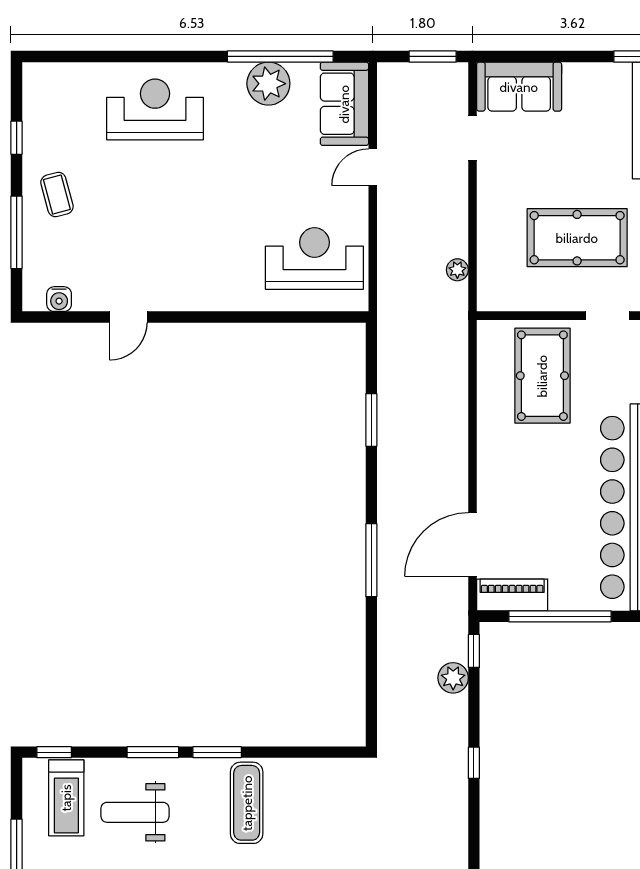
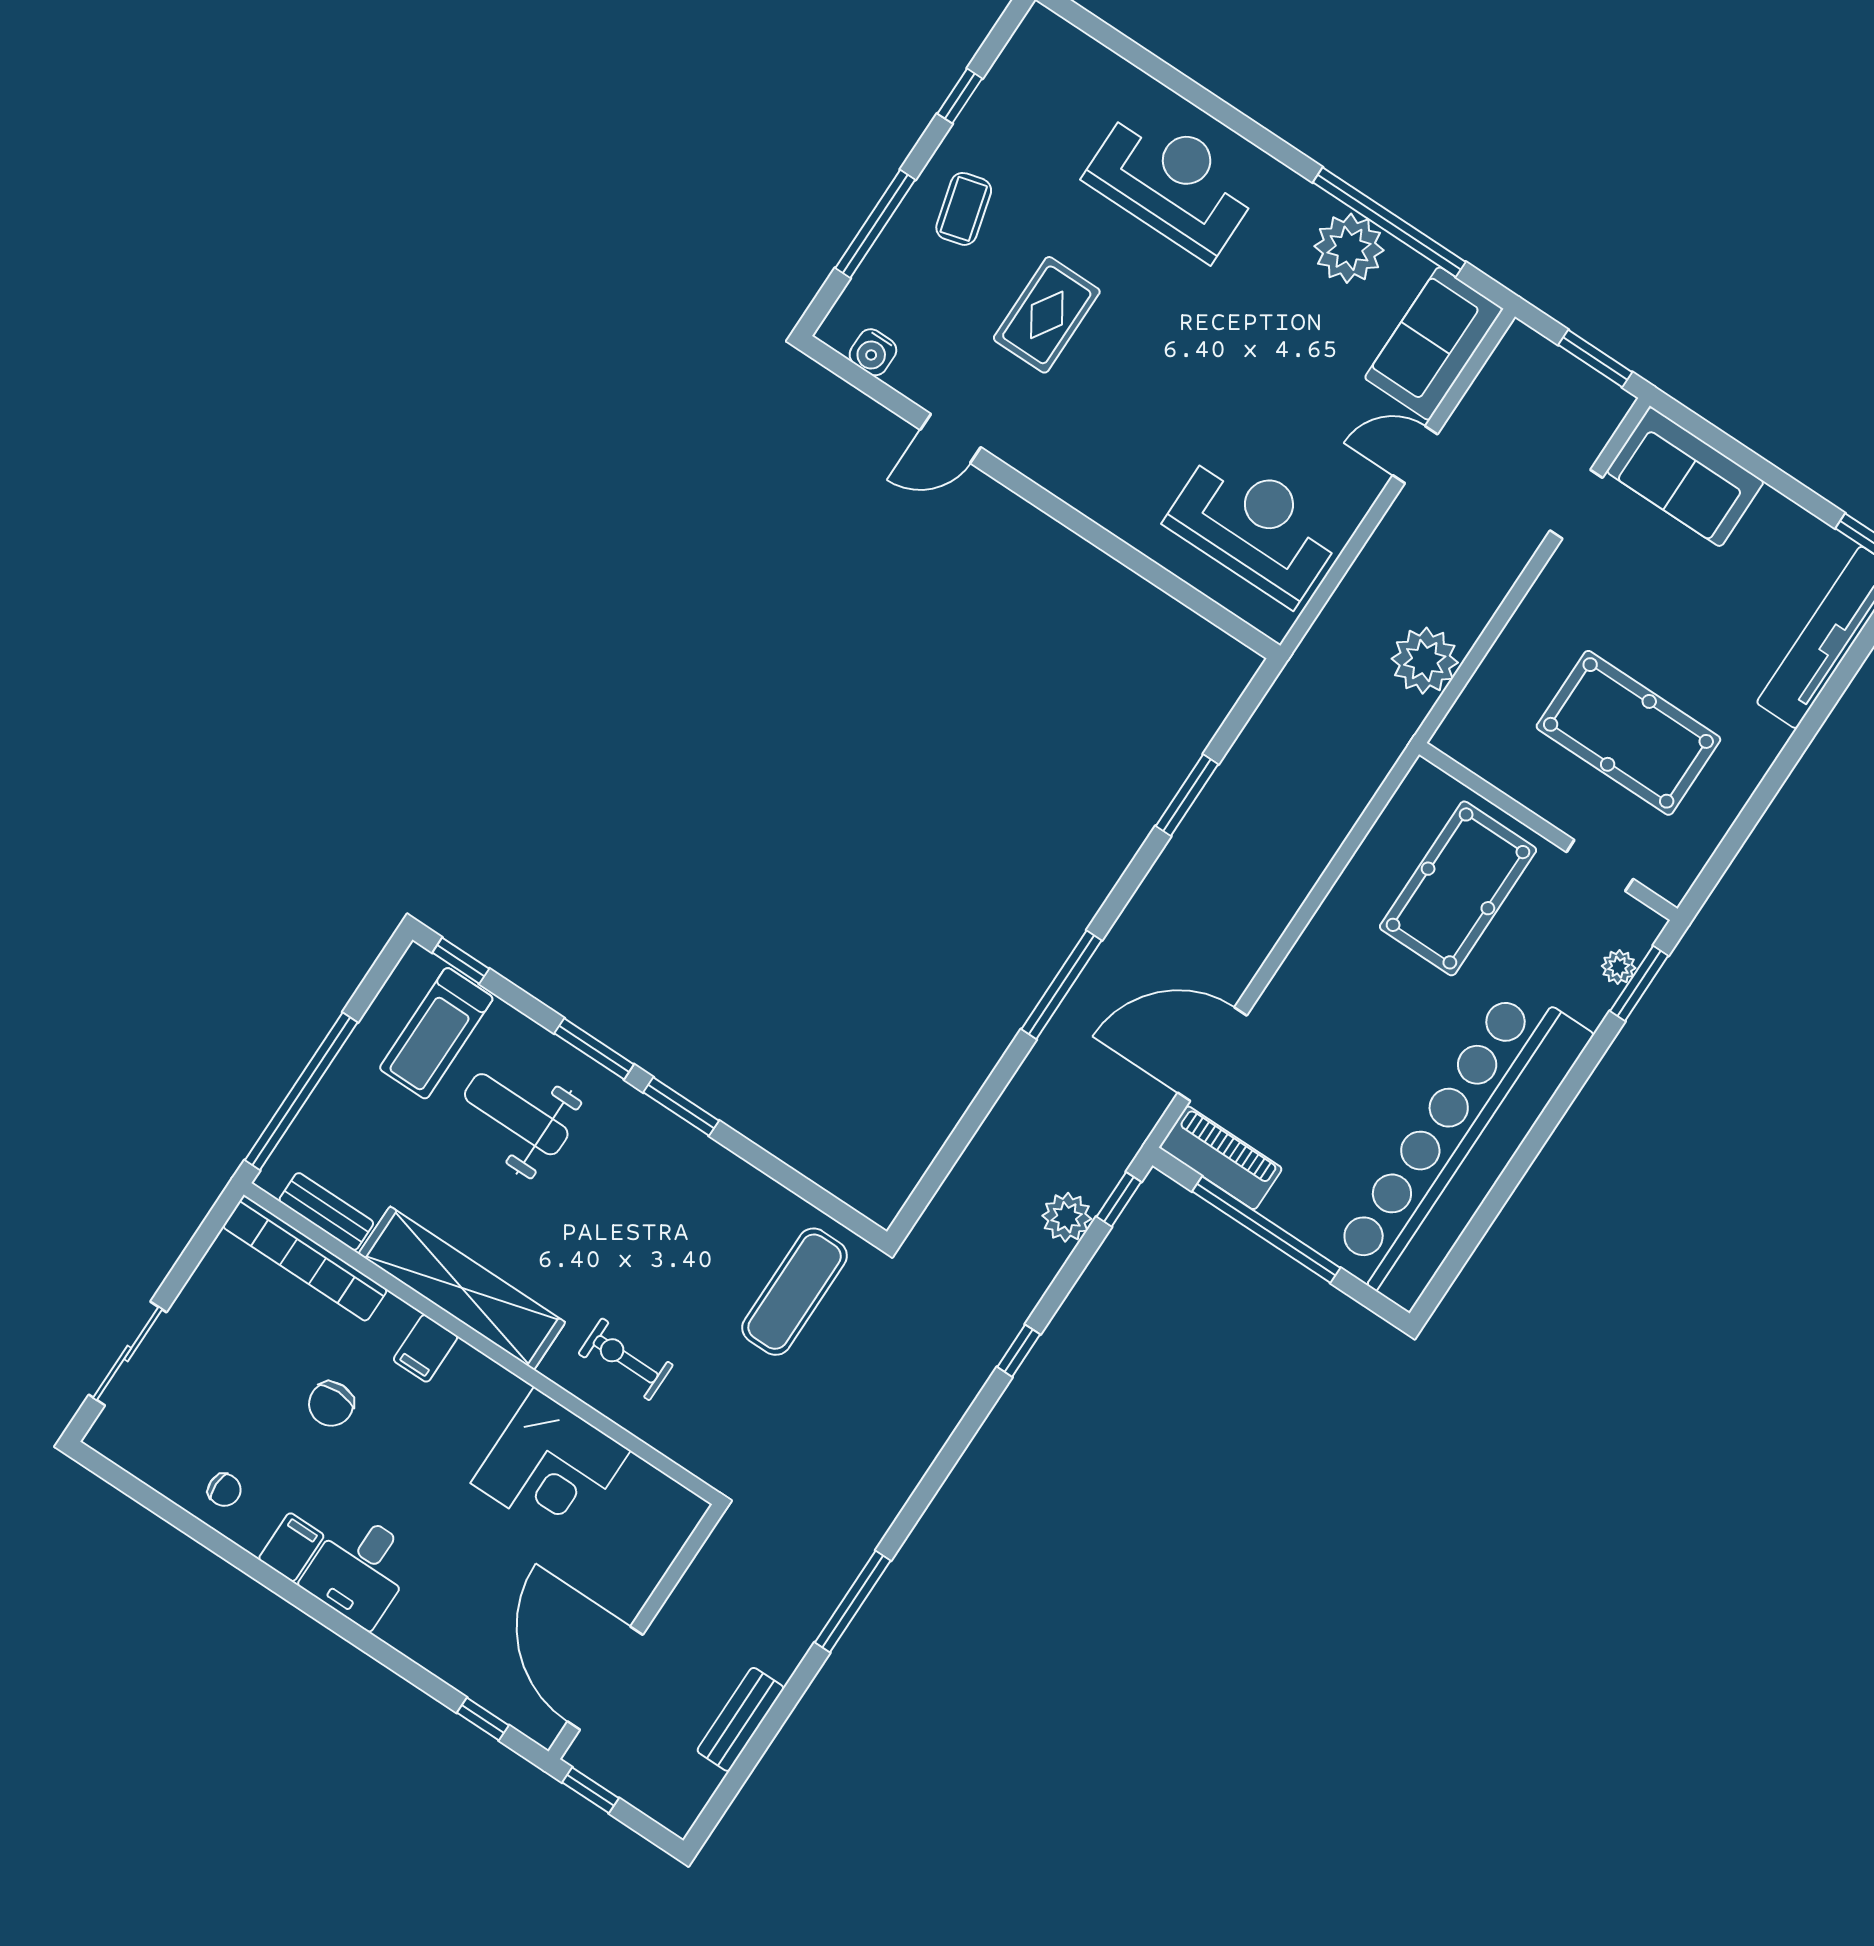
rug: (136, 221) -> (1047, 315), added
plant: (457, 270) -> (1425, 661), width x1.88, depth x1.88
exercise mat: (247, 803) -> (795, 1292), moved

